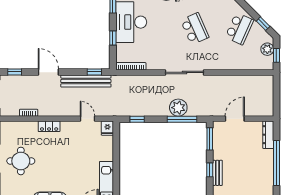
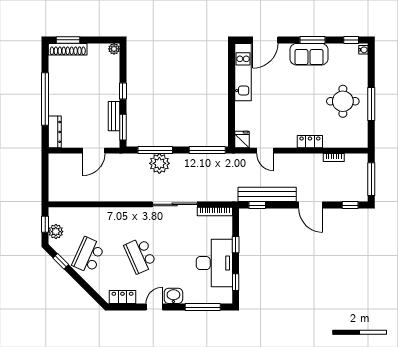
sliding door: (184, 72) -> (175, 204), moved
window: (137, 119) -> (207, 150), width x2.17
bench: (217, 173) -> (114, 116), moved

